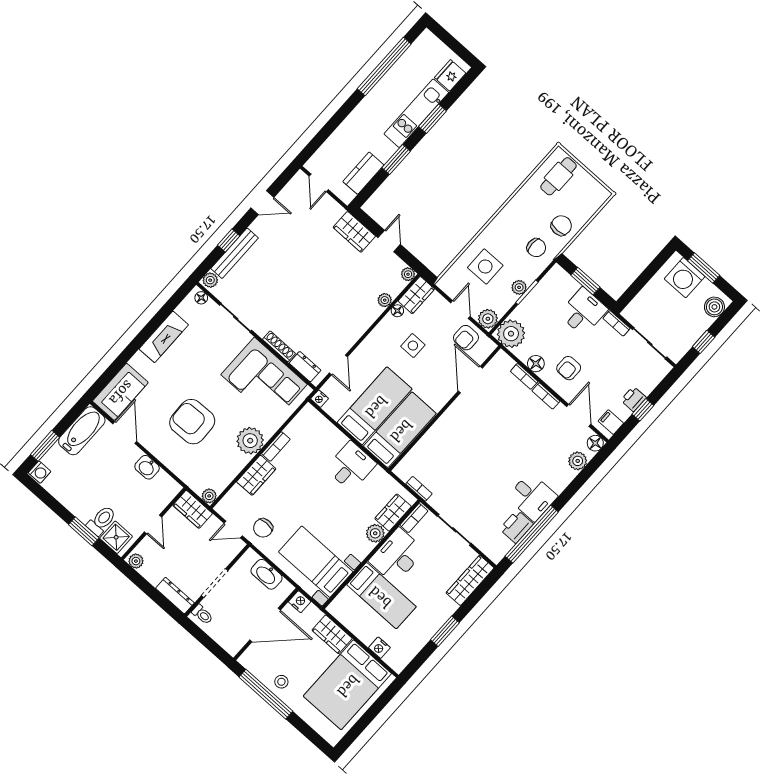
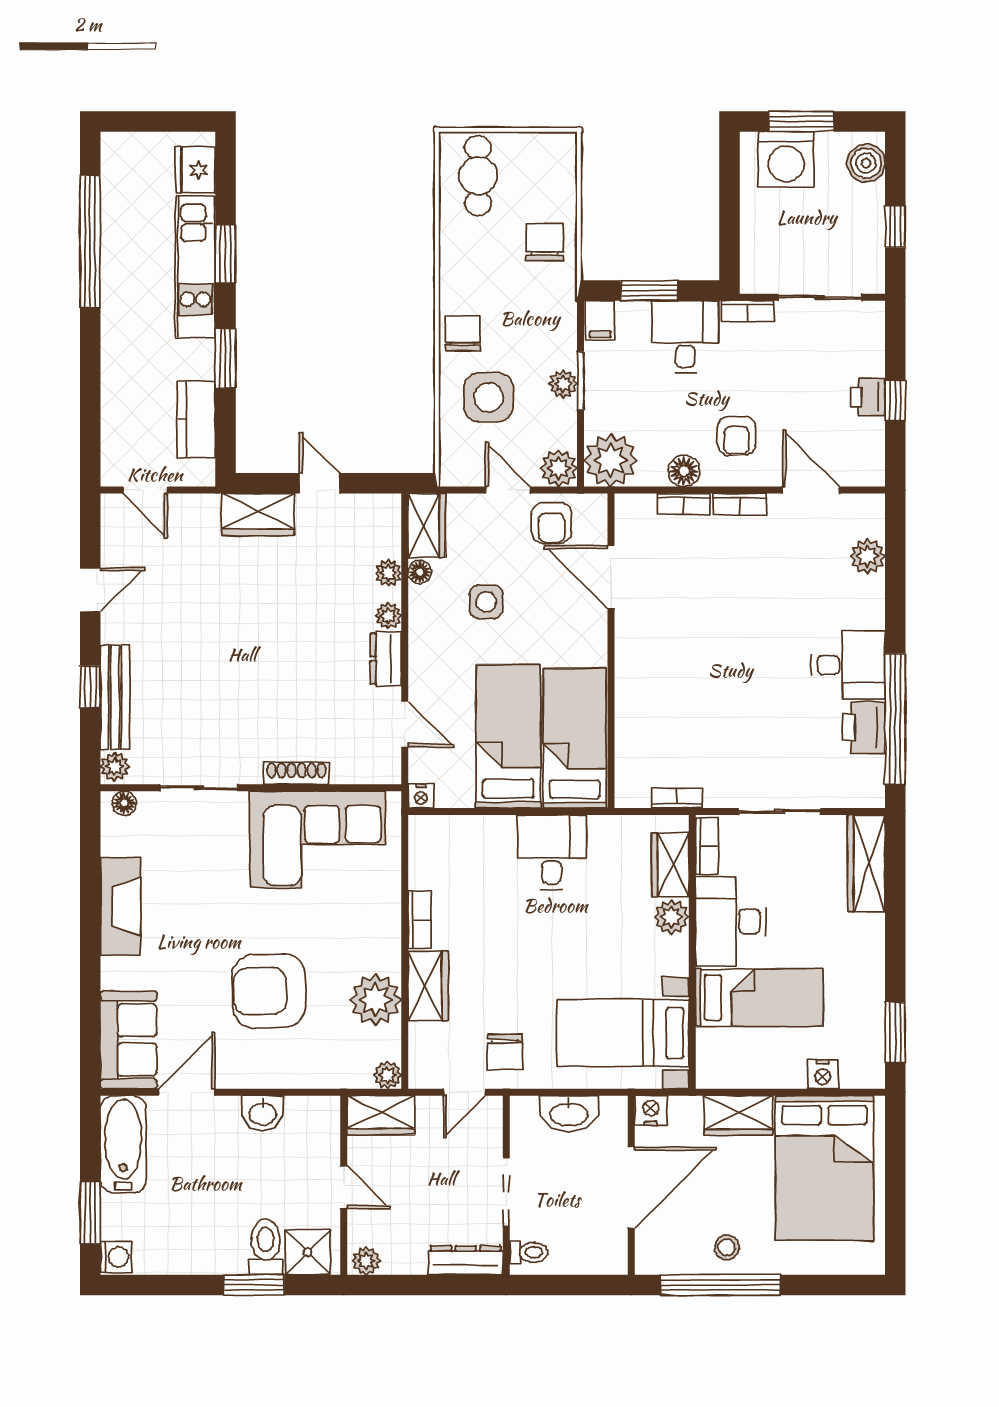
chair: (536, 248) -> (463, 333), moved, turned -90
plant: (408, 274) -> (388, 616), moved
dresser: (305, 367) -> (386, 659), moved, turned -90
filing cabinet: (611, 422) -> (600, 321), moved, turned -90
door: (125, 433) -> (187, 1092), hinge flipped
plant: (250, 441) -> (375, 1000), moved
floor lamp: (595, 443) -> (870, 509), removed
window: (445, 631) -> (895, 1032), moved

